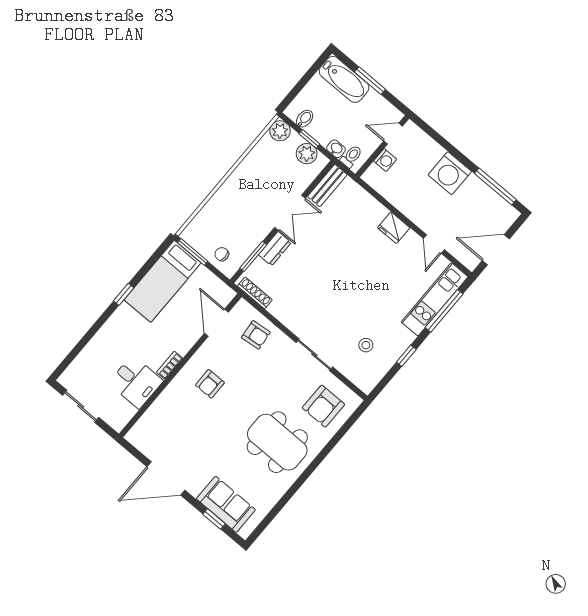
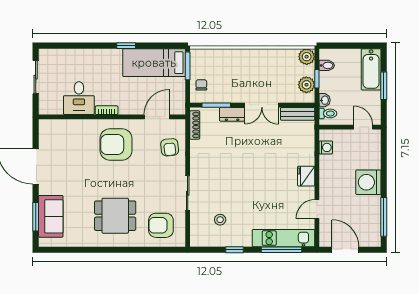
washing machine: (385, 160) -> (326, 147), moved, turned -90
armchair: (210, 384) -> (116, 144), width x1.88, depth x1.88
dining table: (277, 442) -> (115, 216), width x0.73
window: (214, 519) -> (36, 217), width x1.50

